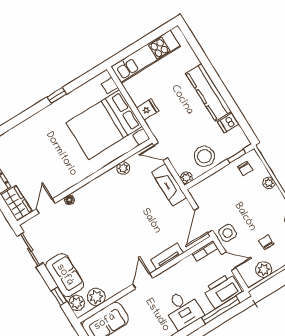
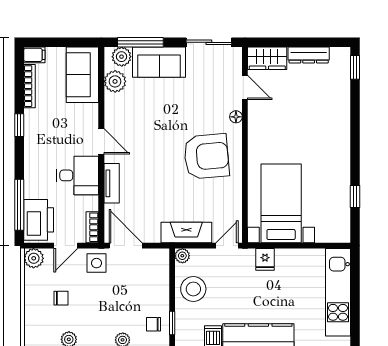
window: (57, 95) -> (355, 196), moved
fridge: (148, 110) -> (265, 259), moved
bed with nightstands: (104, 125) -> (281, 203), width x0.73
plant: (123, 168) -> (234, 195), removed
armchair: (109, 203) -> (206, 156), added
plant: (264, 270) -> (34, 258), moved
window: (59, 296) -> (140, 42), width x2.17
desk: (183, 309) -> (78, 175), moved, turned 180

